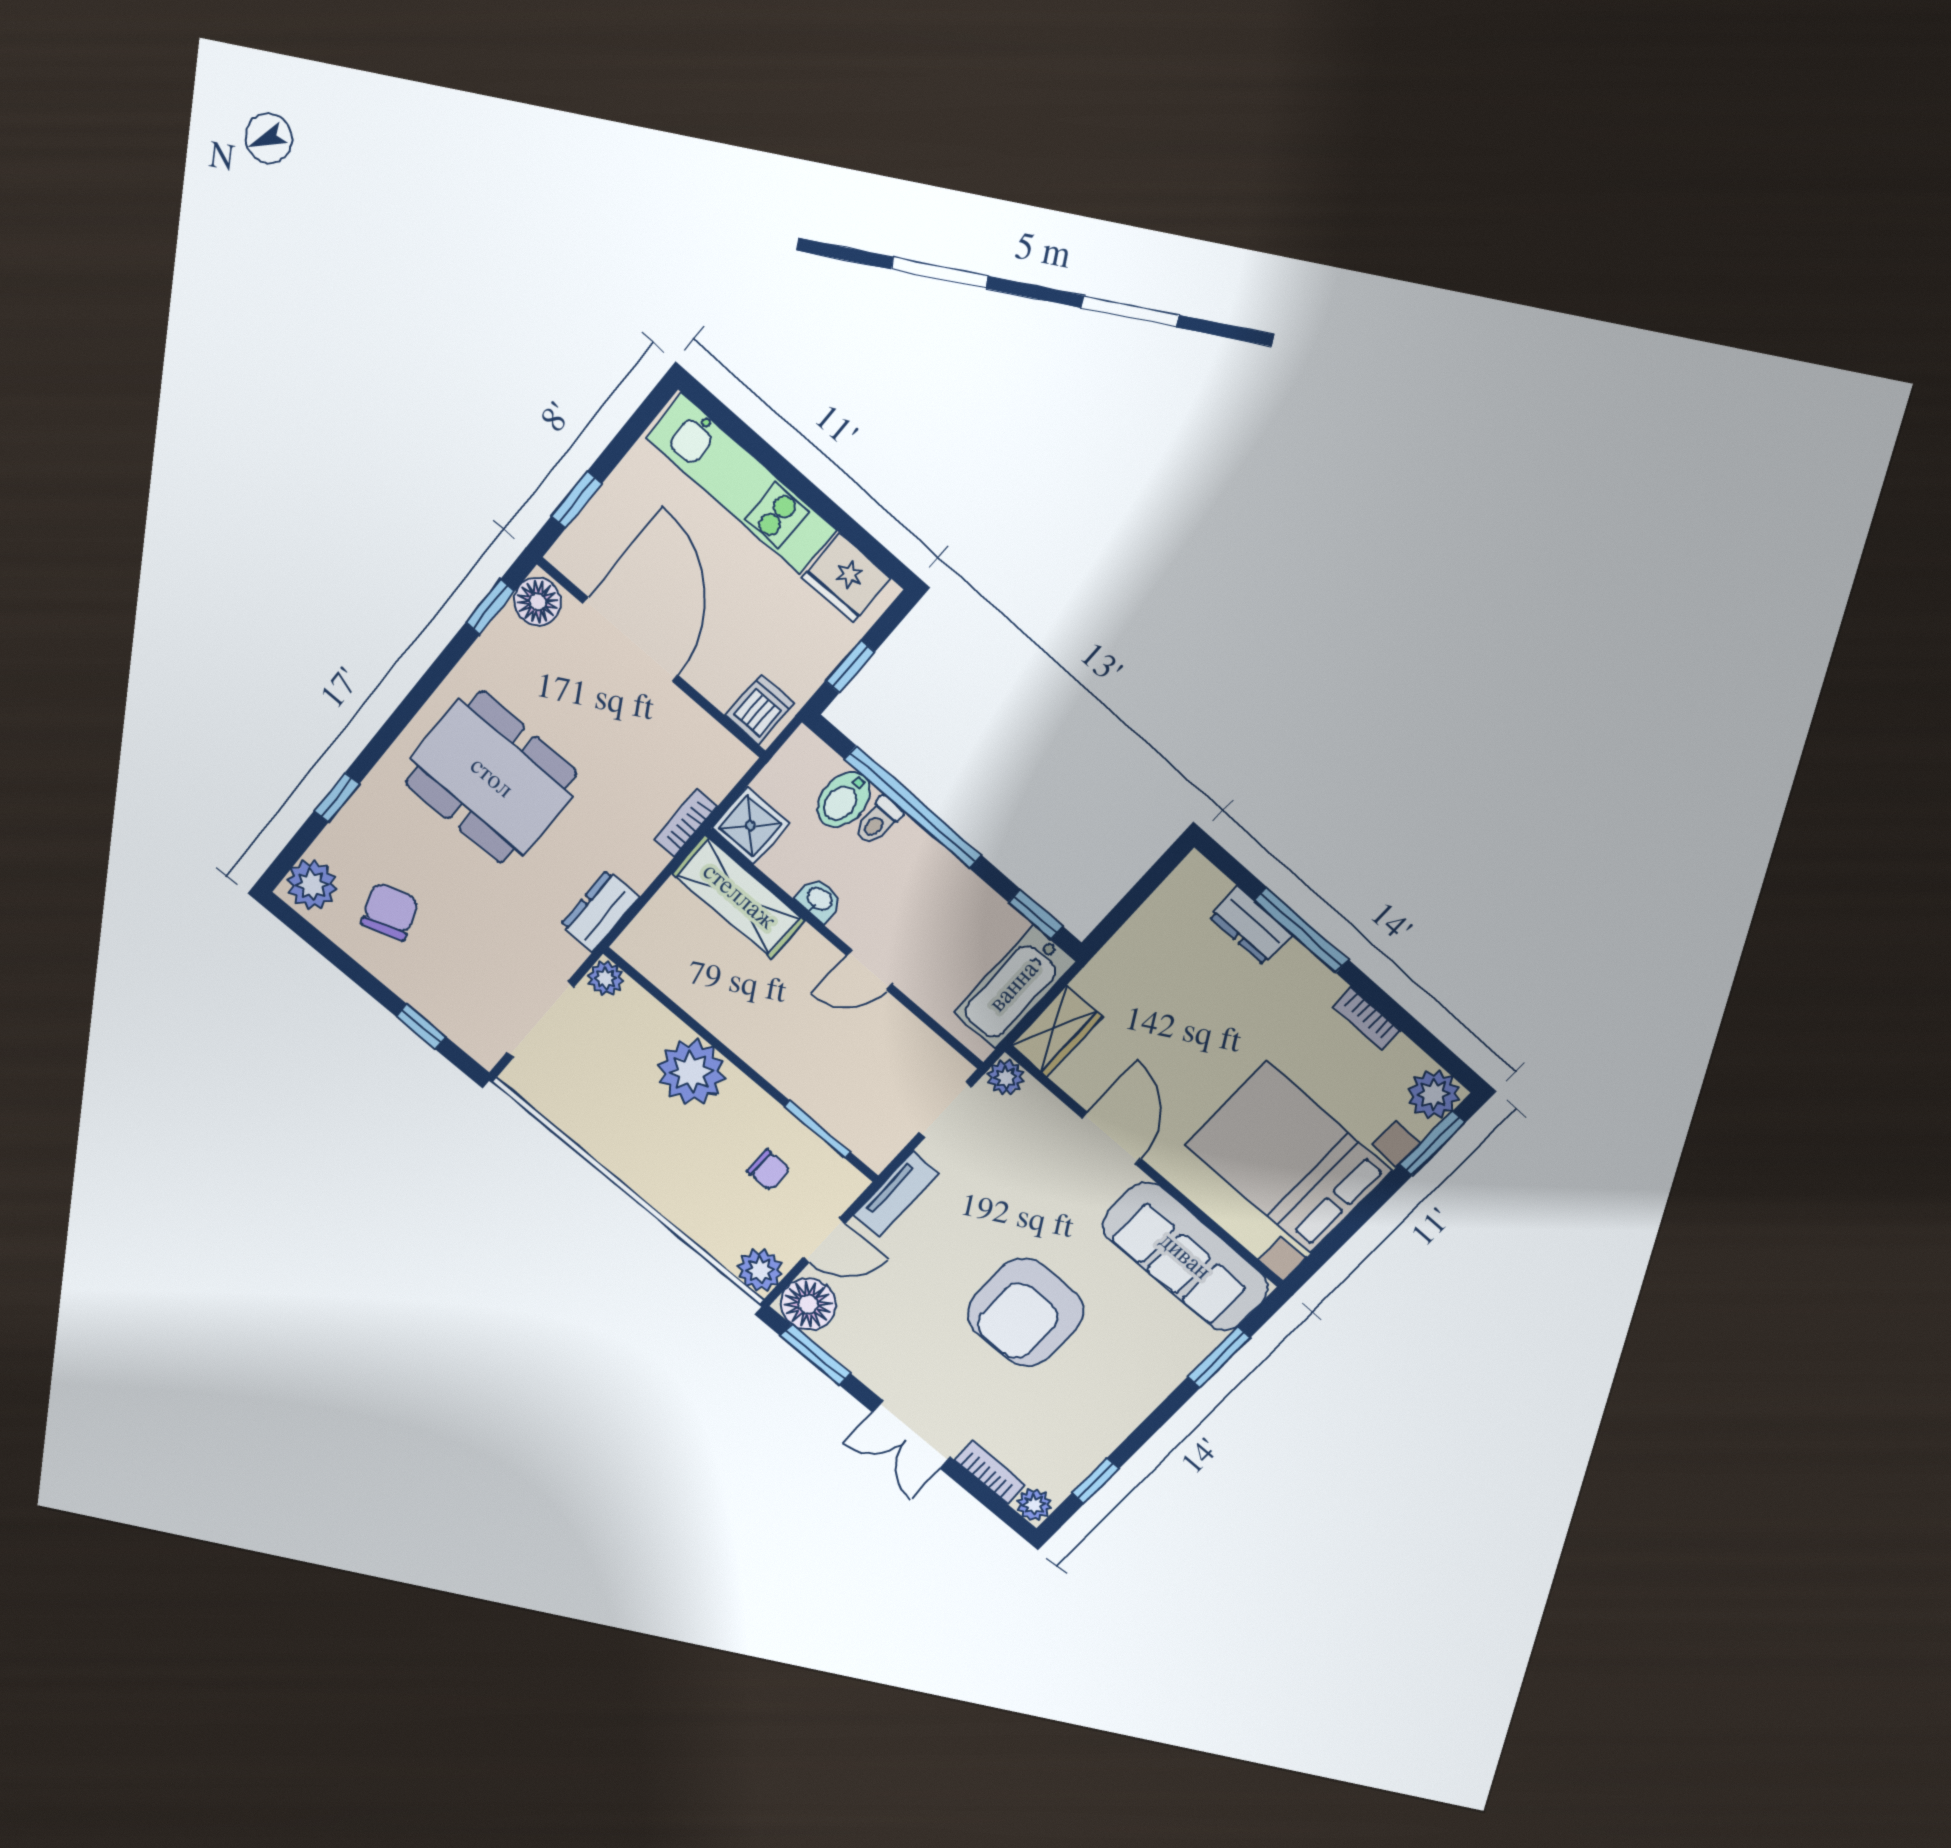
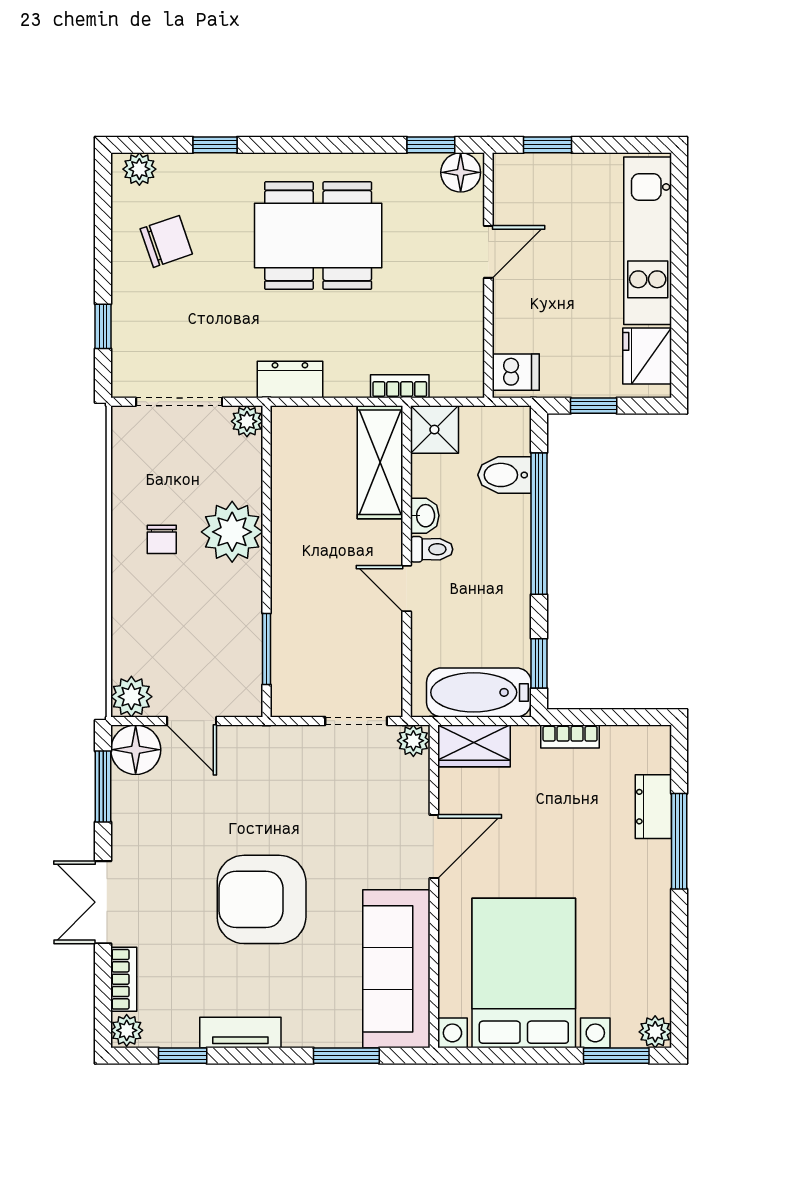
door: (631, 640) -> (488, 252), width x0.53
dining table: (491, 778) -> (318, 236), turned 90
toilet: (878, 821) -> (432, 549), moved, turned 180
plant: (312, 885) -> (139, 169), width x0.73, depth x0.73
bookcase: (1367, 1019) -> (570, 736), moved, turned -90
plant: (1434, 1094) -> (655, 1032), width x0.73, depth x0.73
chair: (769, 1170) -> (162, 539), moved
tv unit: (896, 1194) -> (240, 1032), moved, turned 180

